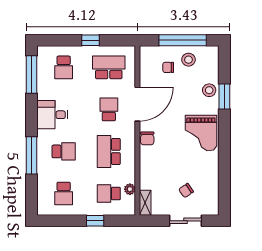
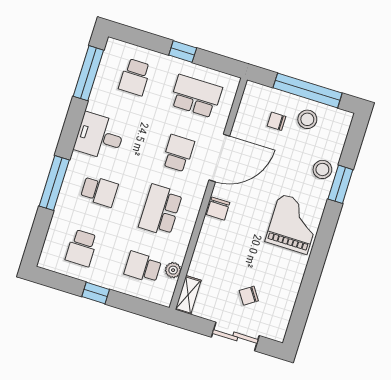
grand piano: (201, 133) -> (293, 224), turned 180
window: (95, 221) -> (96, 293), moved

